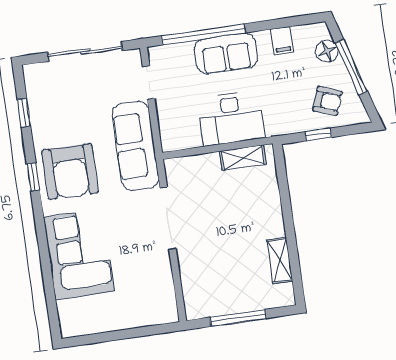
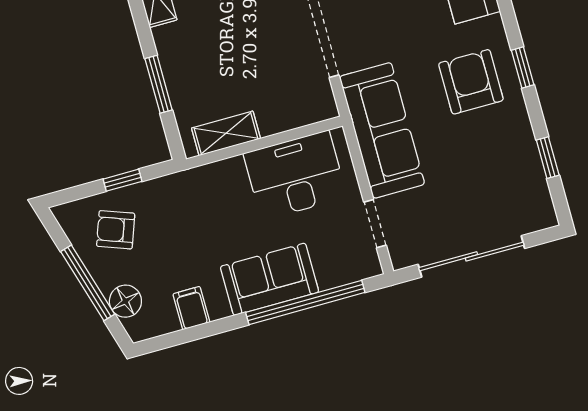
desk: (231, 118) -> (295, 175), moved
armchair: (70, 172) -> (471, 82), width x0.73, depth x0.73
window: (285, 197) -> (159, 84), added

